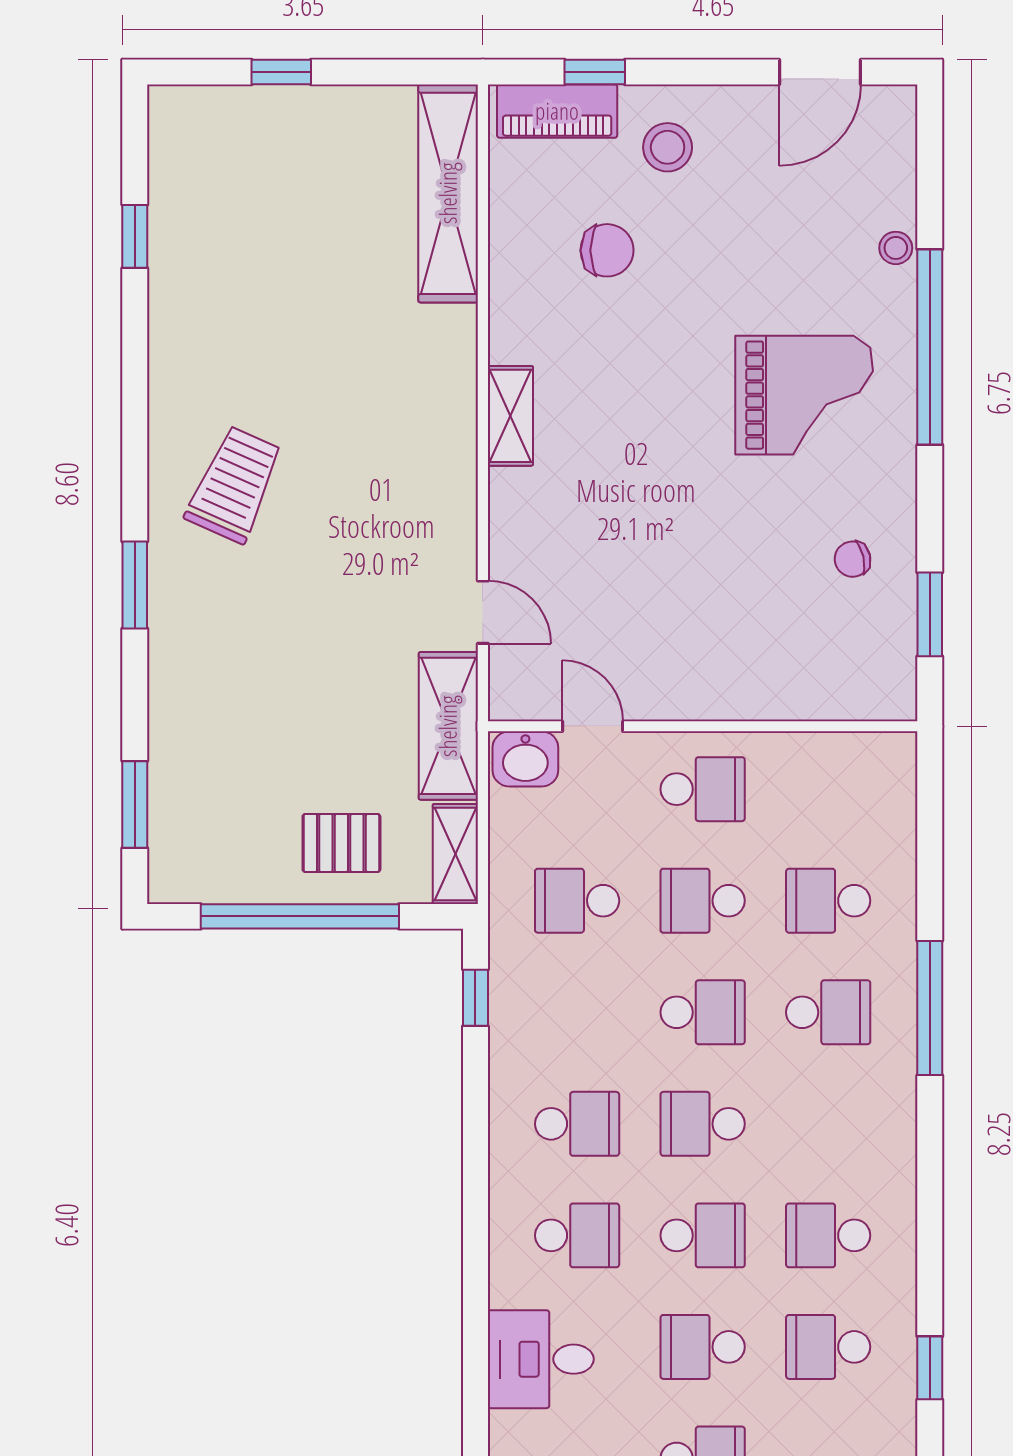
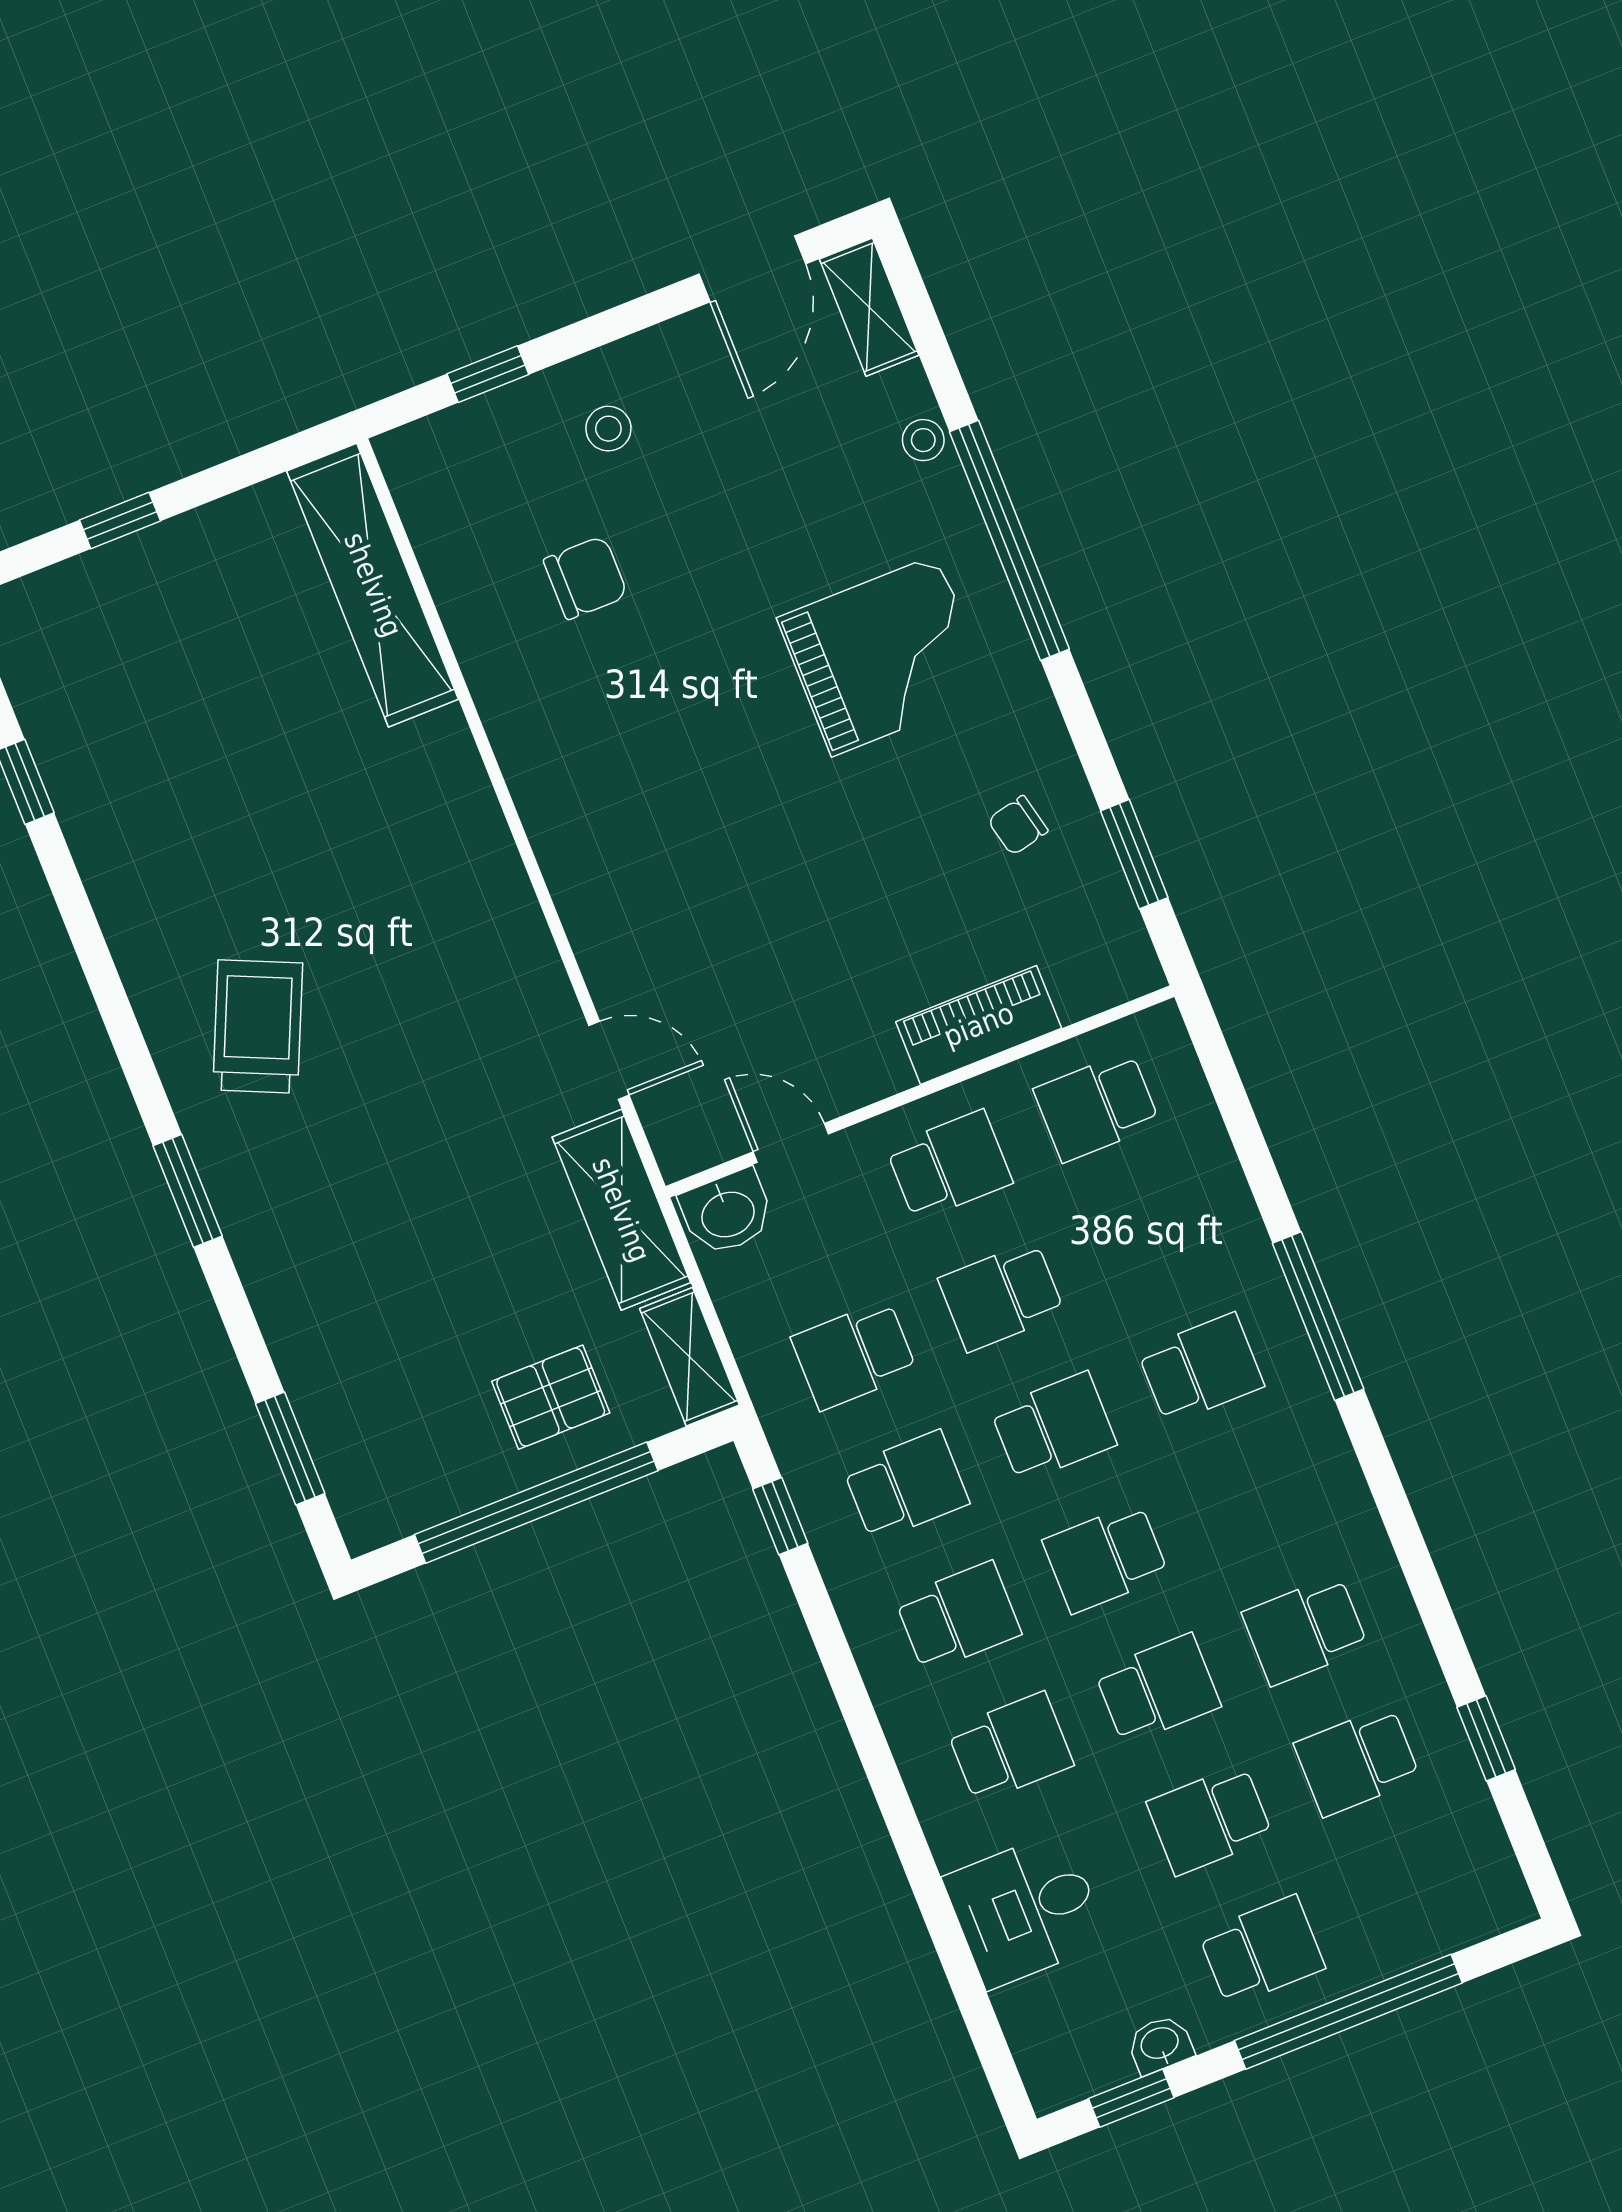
piano: (557, 111) -> (979, 1025), moved, turned 180
stool: (668, 147) -> (608, 429), width x0.73, depth x0.73
shelving: (510, 416) -> (869, 307), moved
school desk: (828, 901) -> (1097, 1107), moved
school desk: (577, 1012) -> (906, 1486), added

